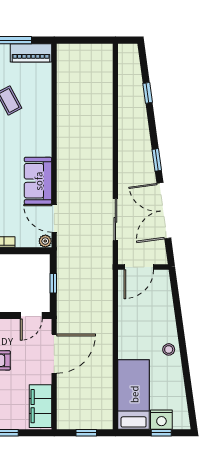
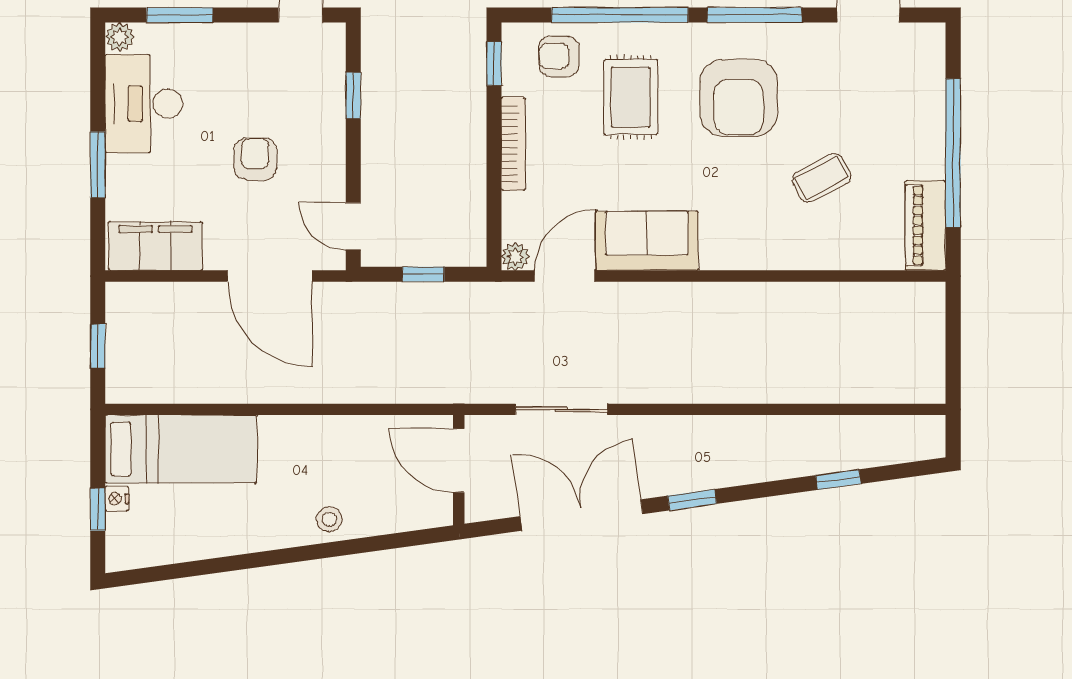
stool: (169, 349) -> (329, 519), moved
nightstand: (161, 420) -> (117, 499), width x0.53, depth x0.56

